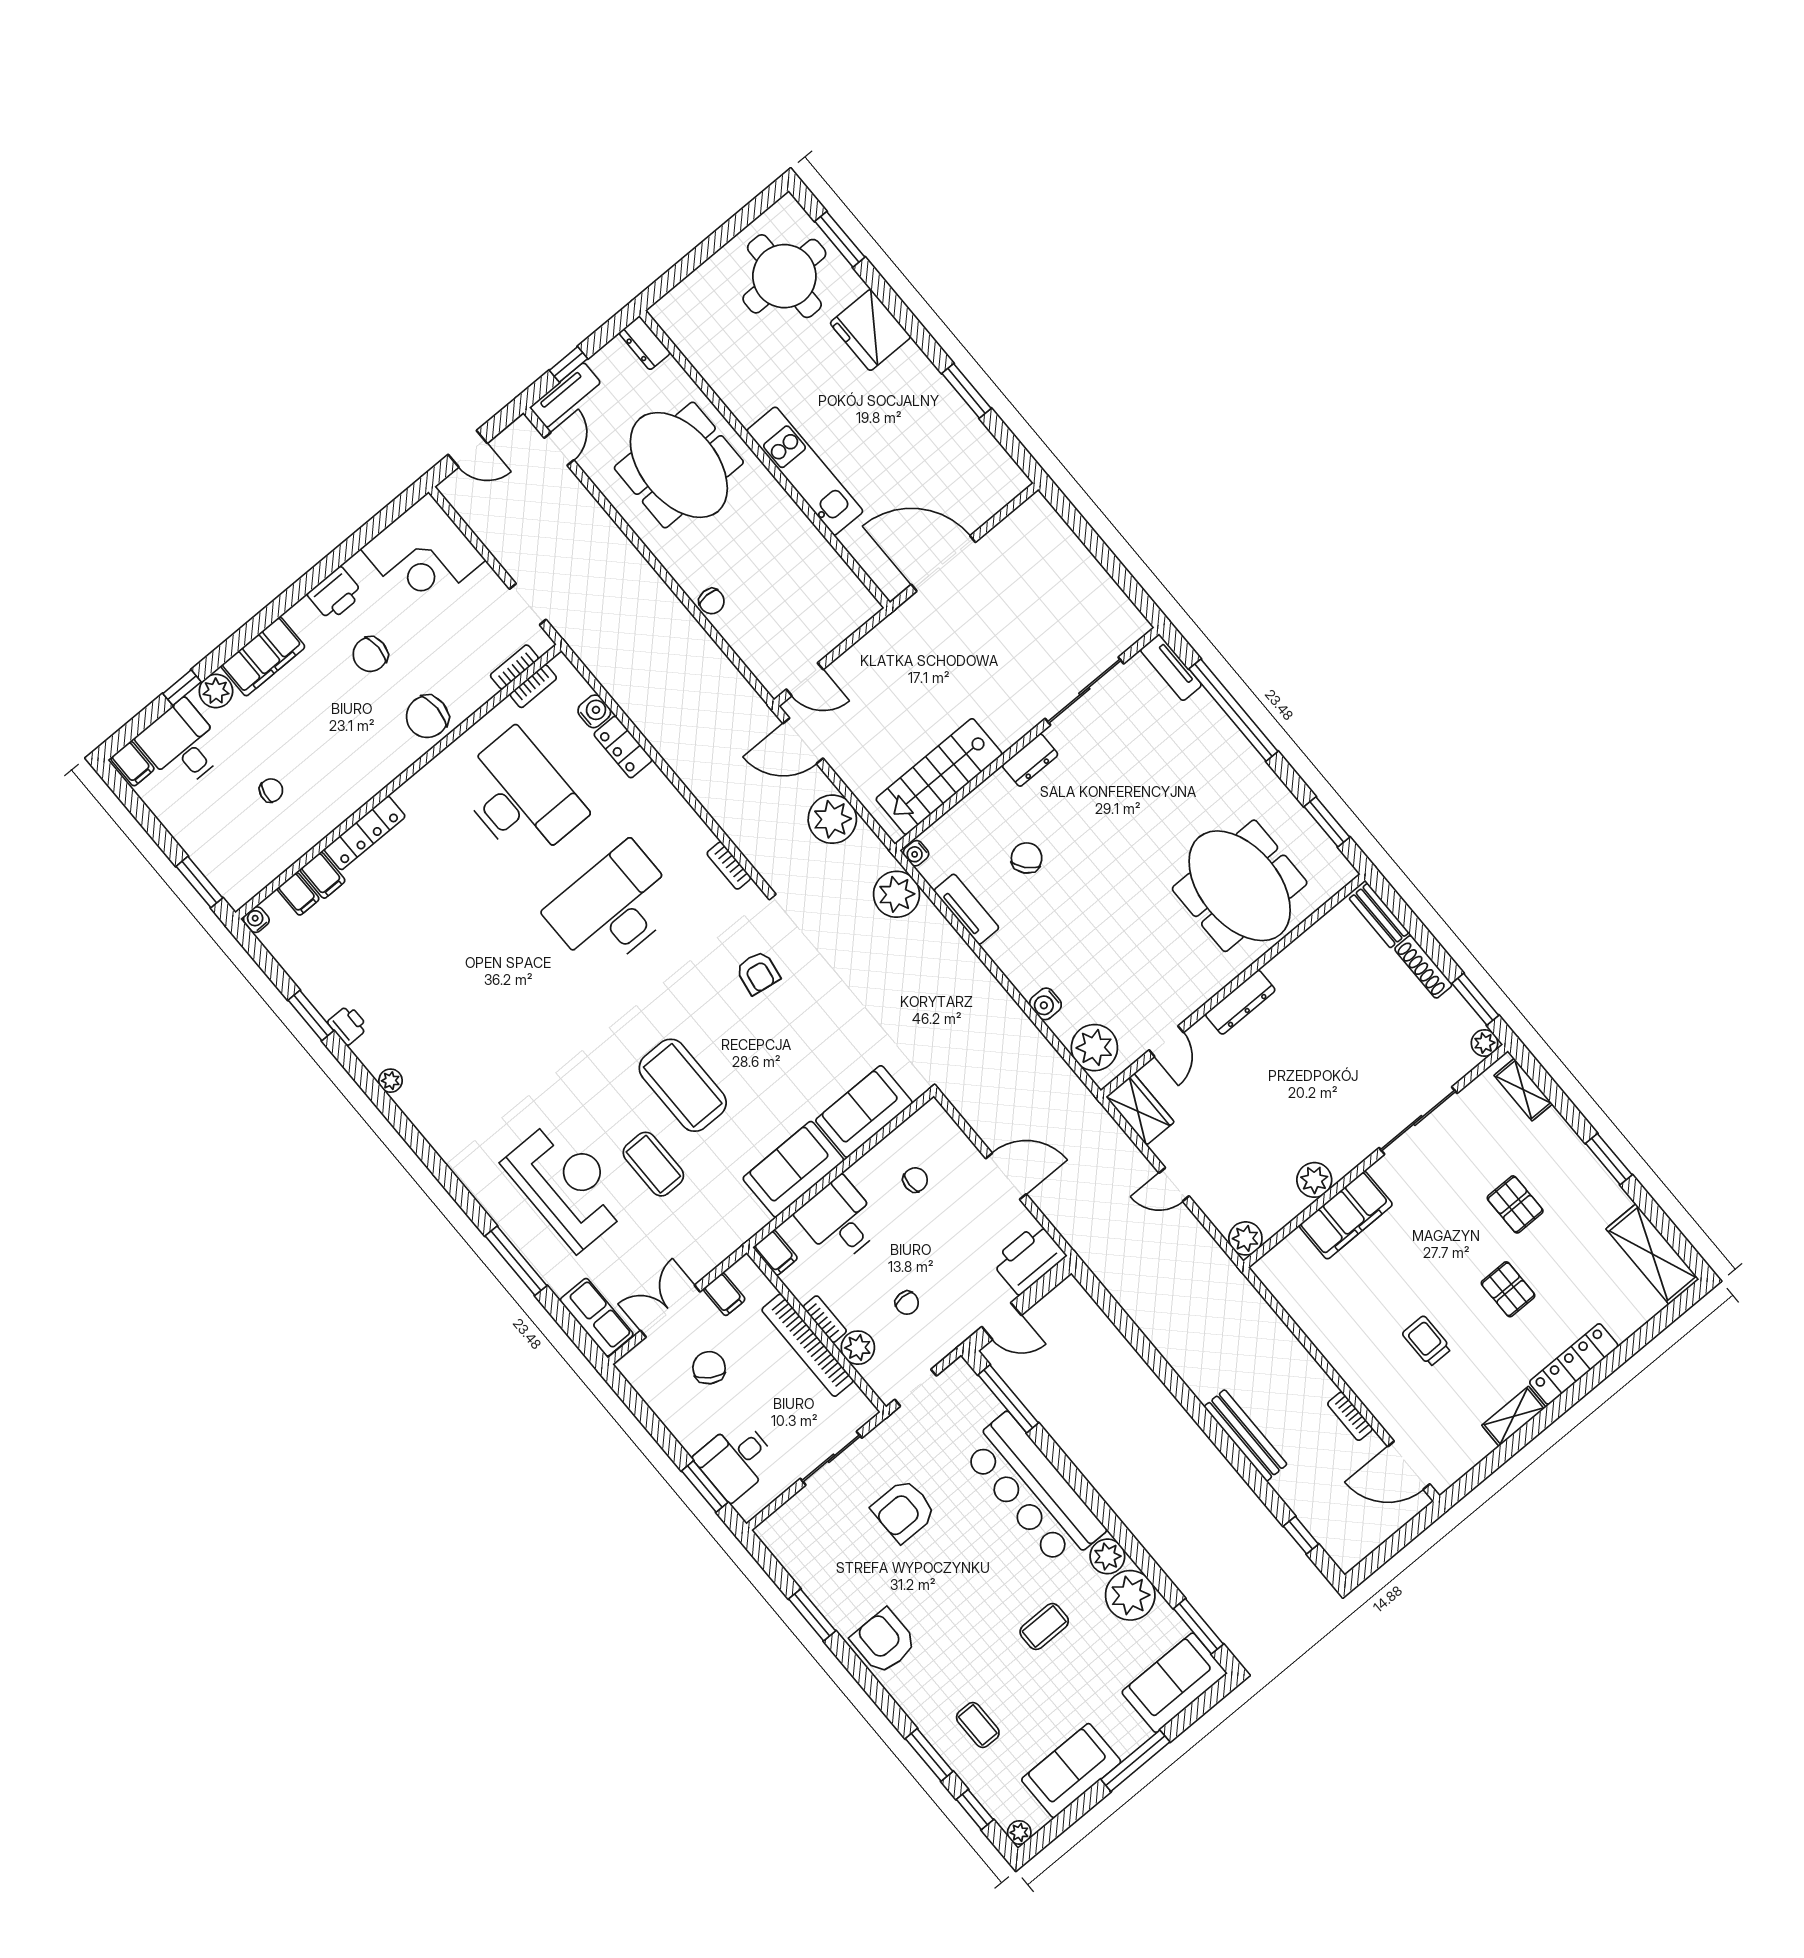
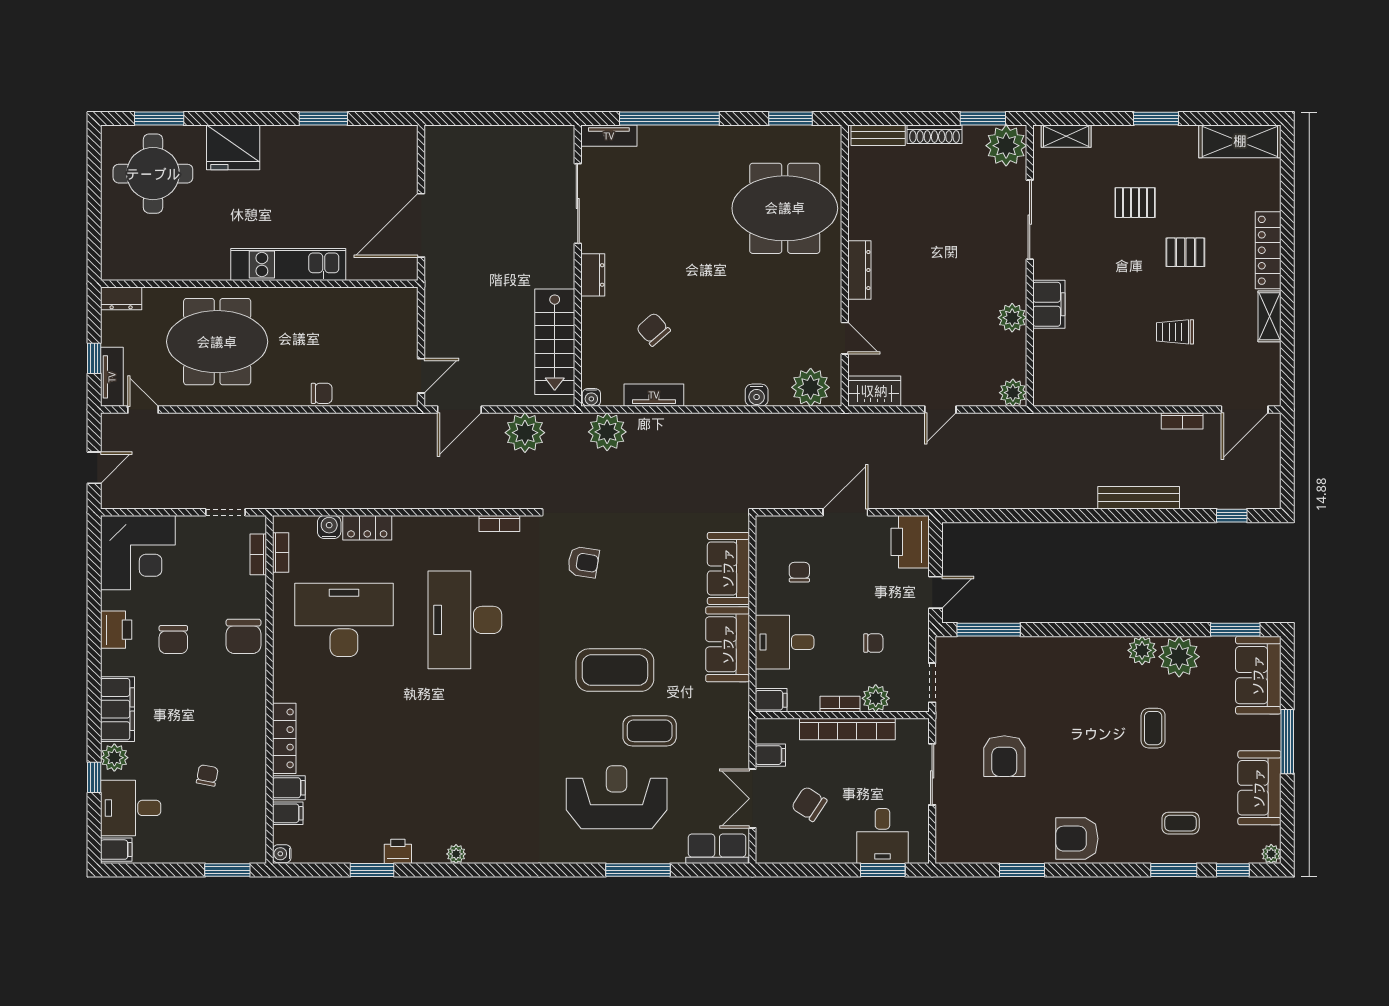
plant: (1484, 1043) -> (1006, 146), width x1.88, depth x1.88
filing cabinet: (1346, 1215) -> (1049, 304), width x0.67, depth x0.86
bar counter: (1033, 1490) -> (1060, 663), removed

